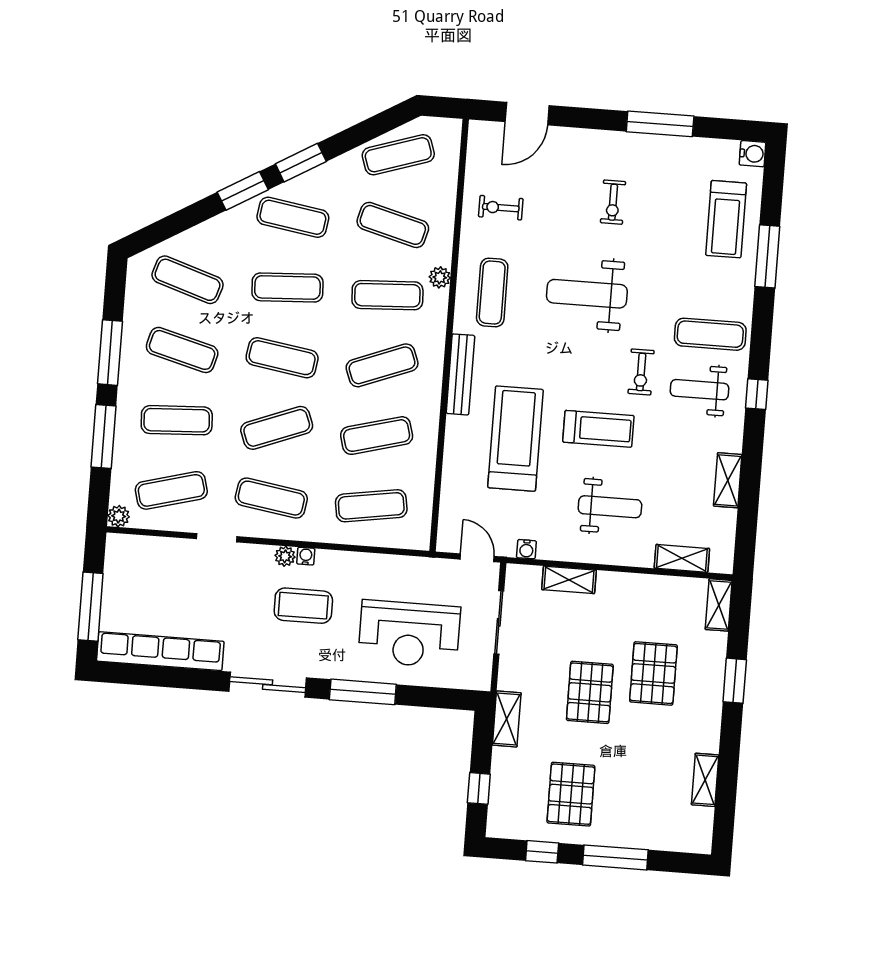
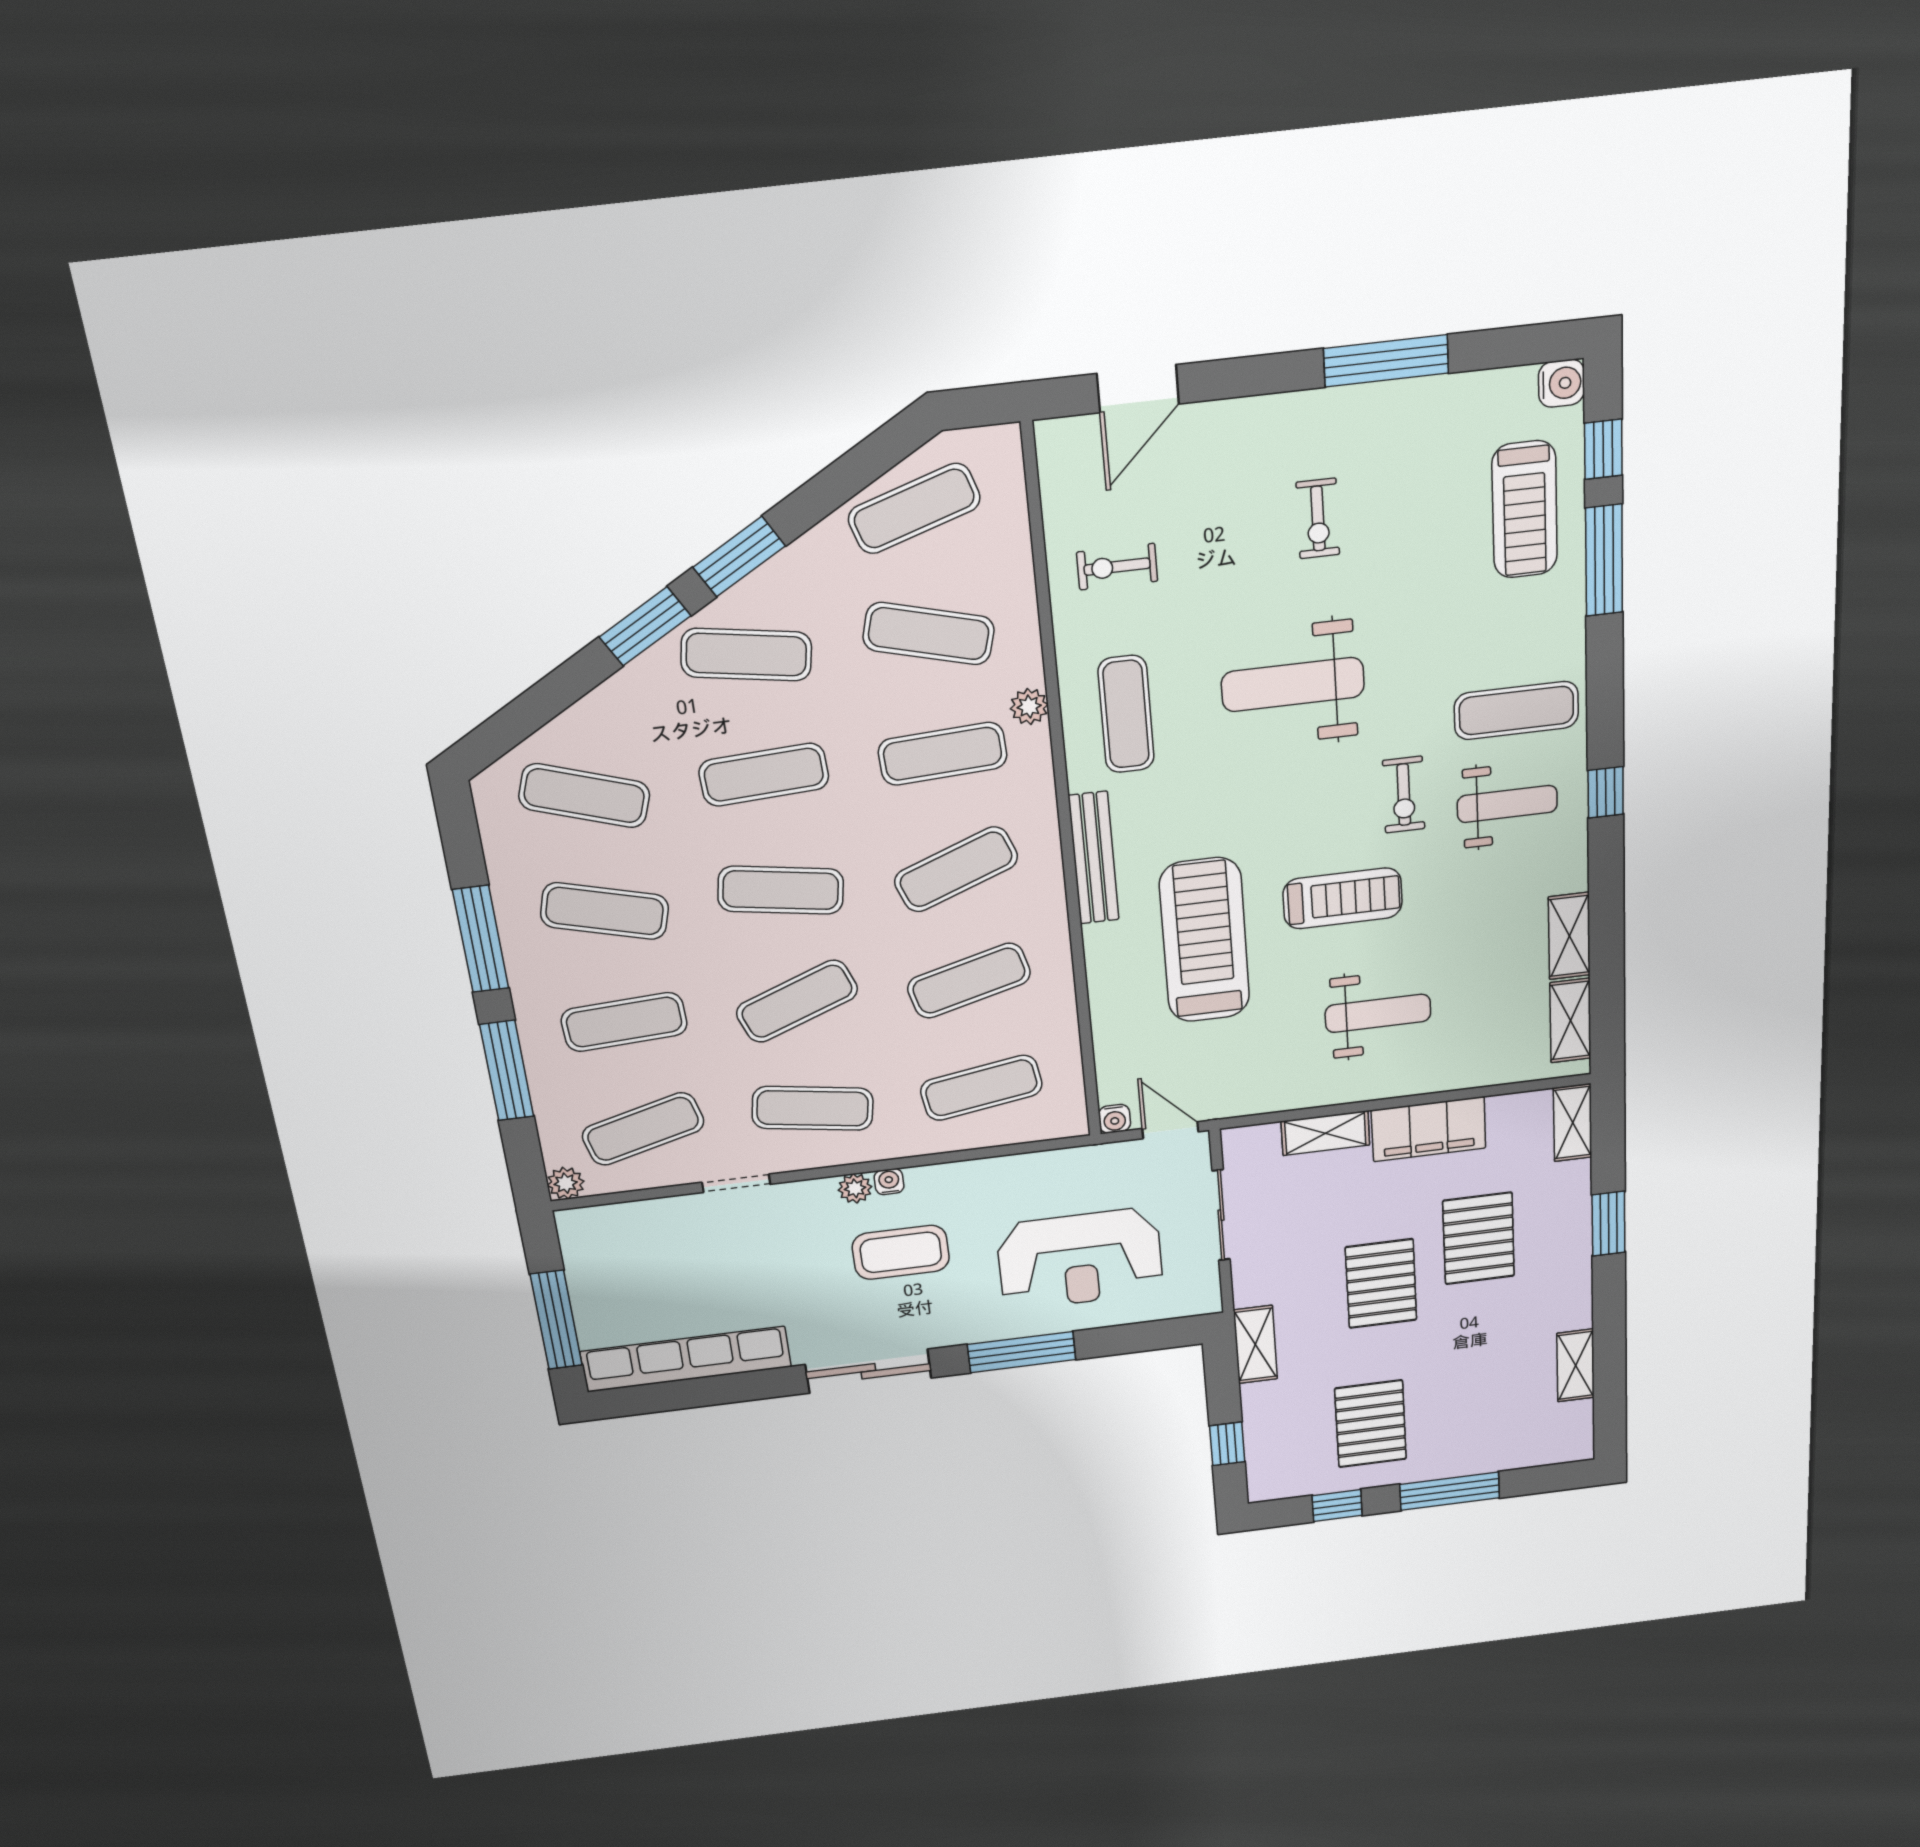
window: (772, 194) -> (1603, 449), added
weight bench: (700, 390) -> (1507, 804), turned 180
water cooler: (526, 549) -> (1115, 1119), moved
shelving: (682, 558) -> (1570, 1021), moved, turned 90
filing cabinet: (631, 591) -> (1429, 1129), added

